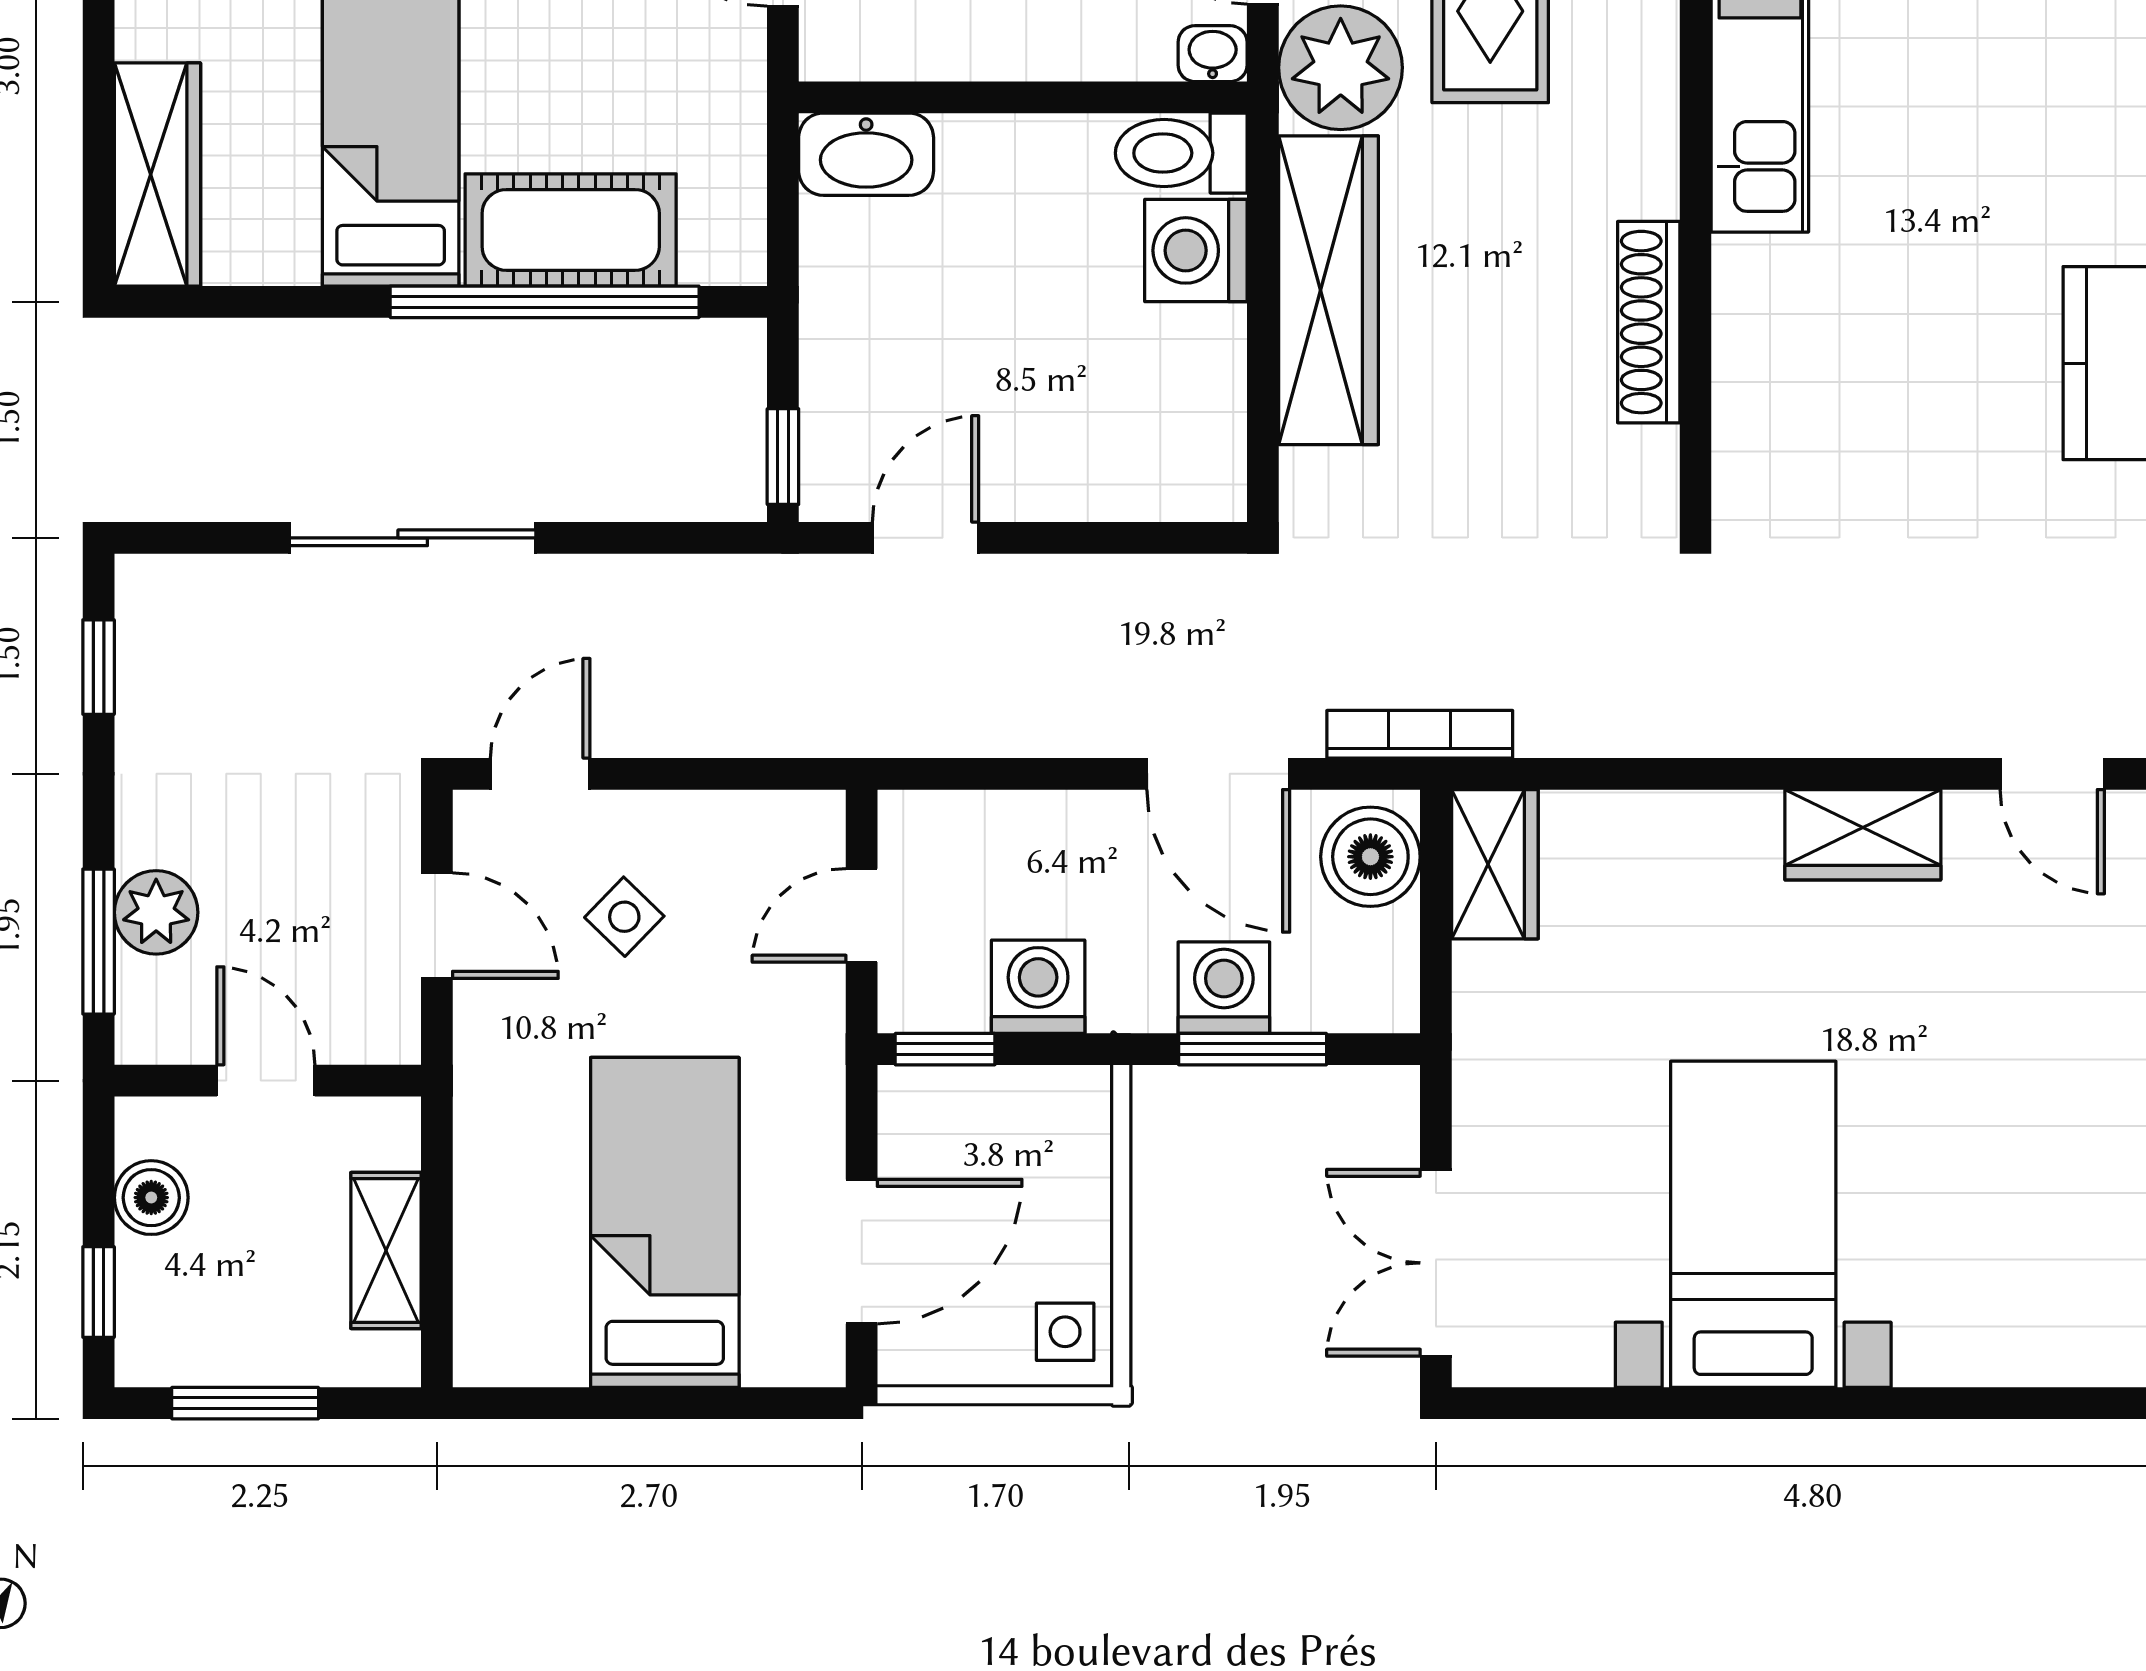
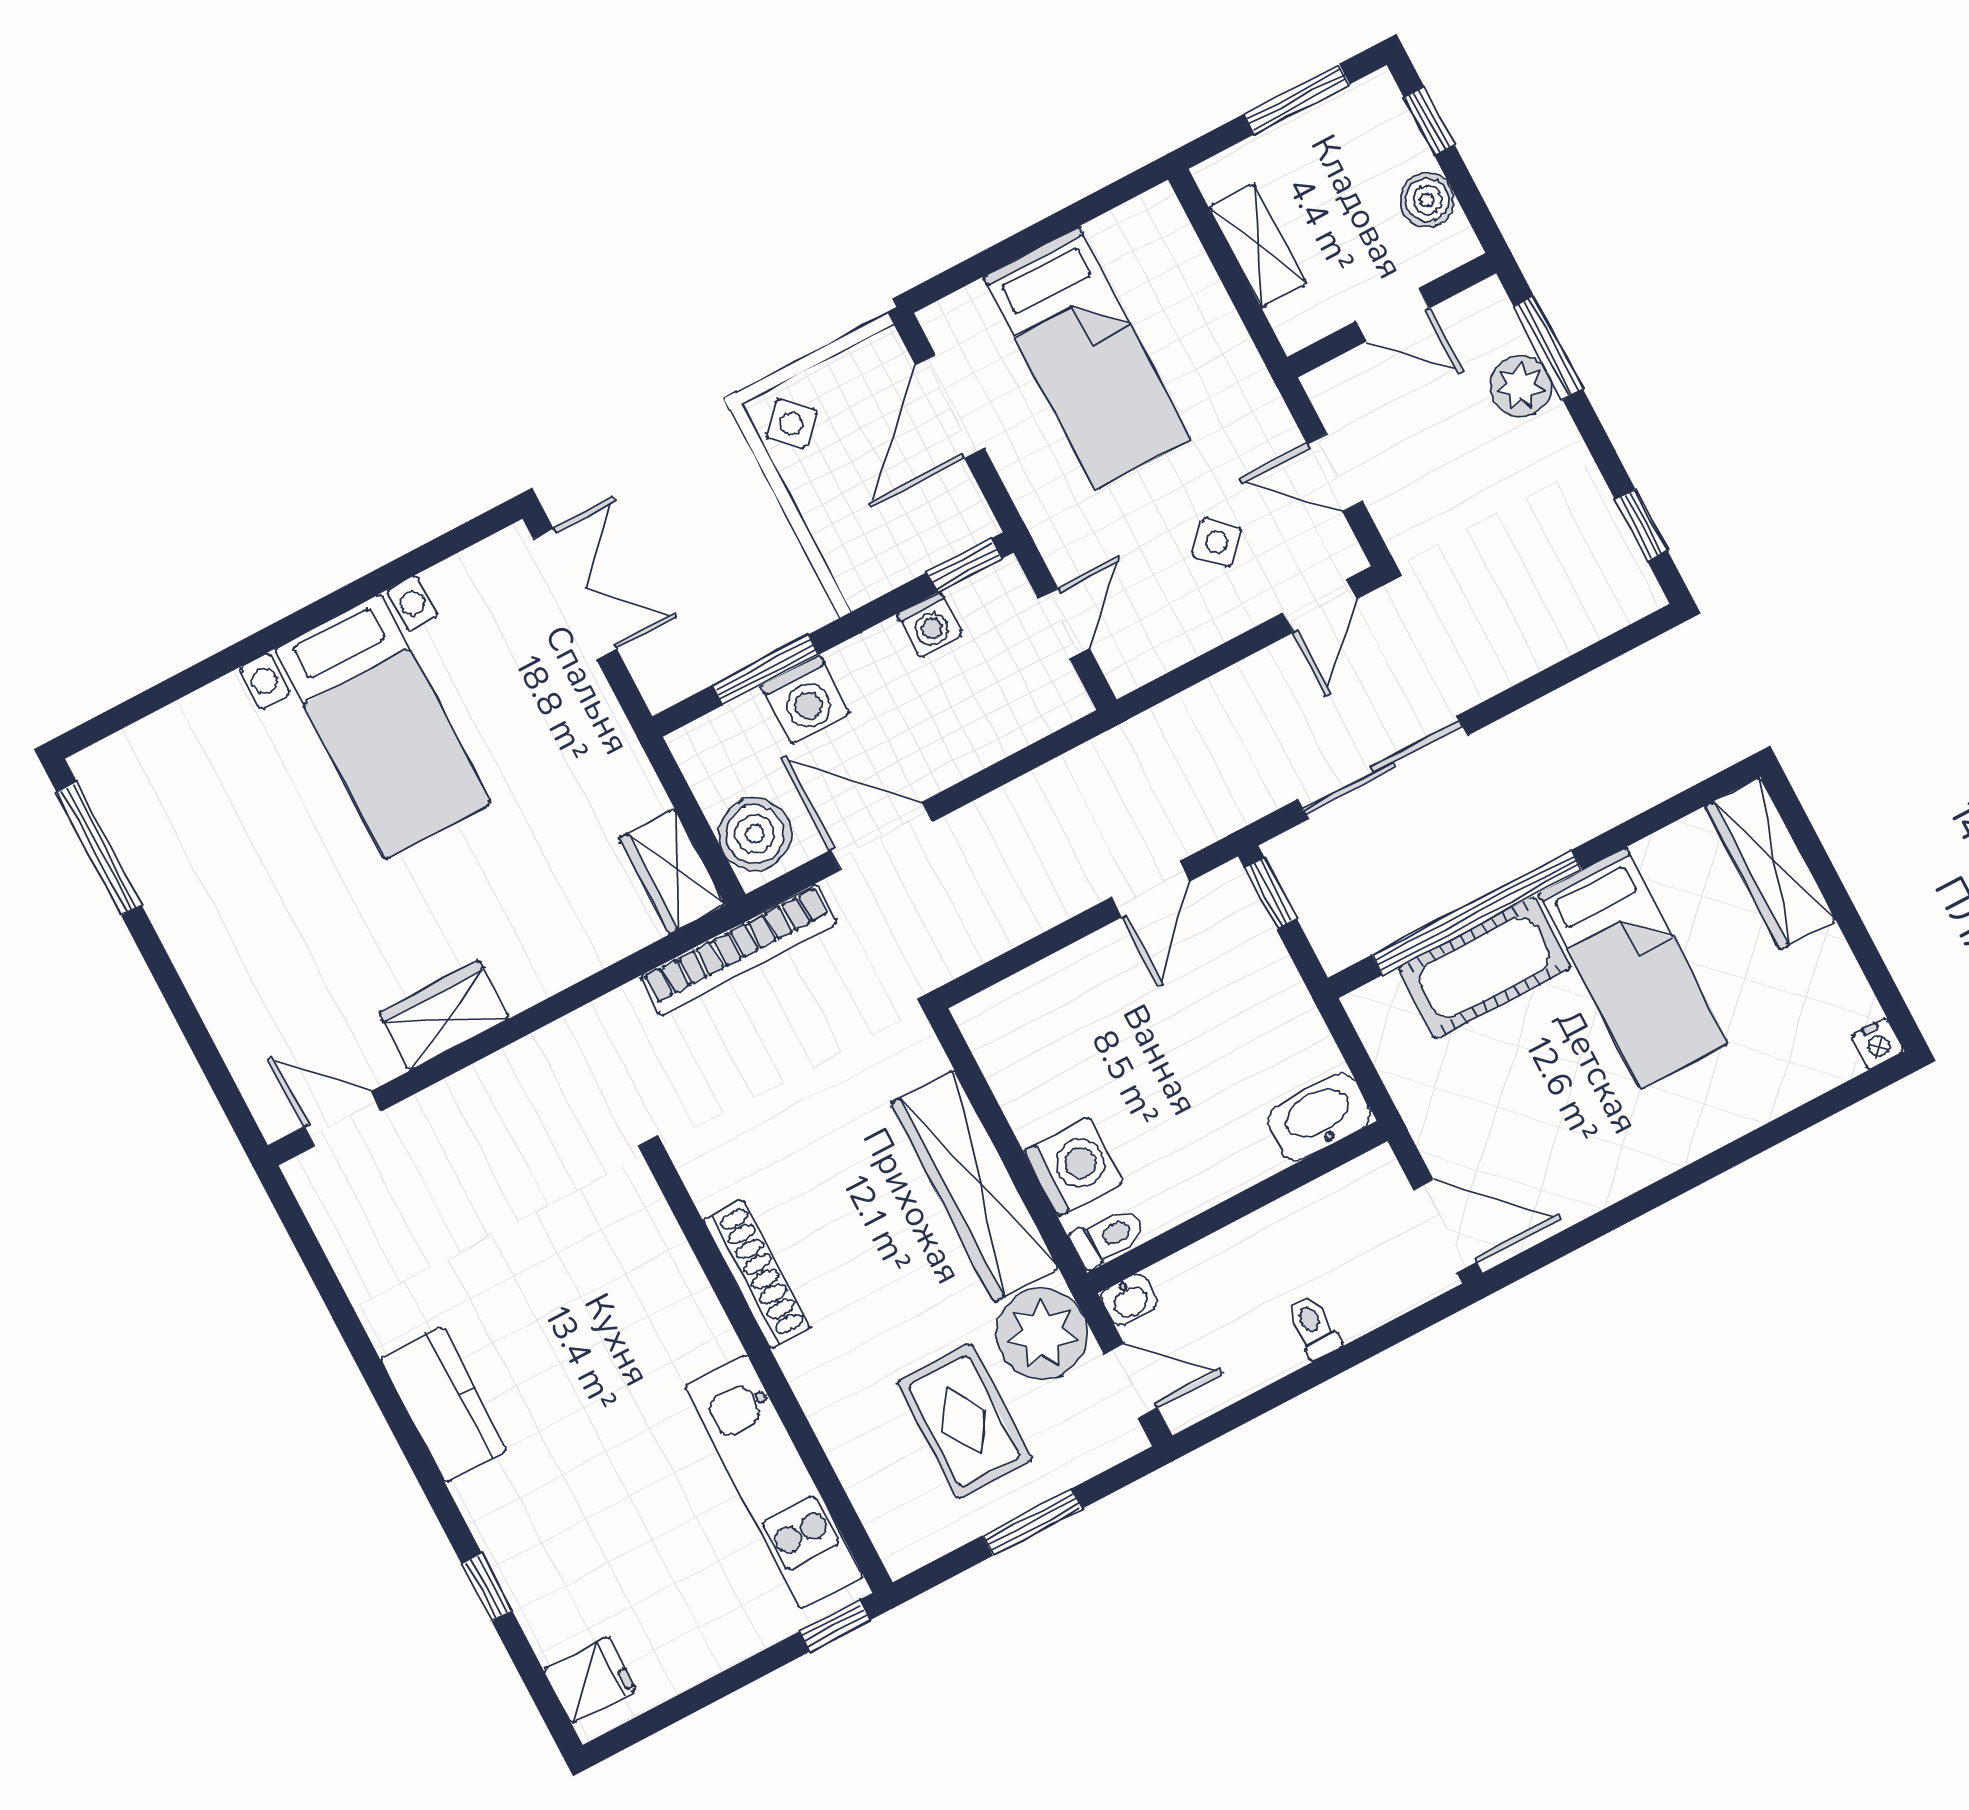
toilet: (1181, 153) -> (1108, 1238), width x0.73, depth x0.72
sliding door: (413, 538) -> (1383, 767), moved
bookcase: (1420, 734) -> (738, 950), width x1.48, depth x1.31
washing machine: (1038, 987) -> (930, 625), width x0.73, depth x0.73
side table: (1065, 1332) -> (791, 423), turned 45

